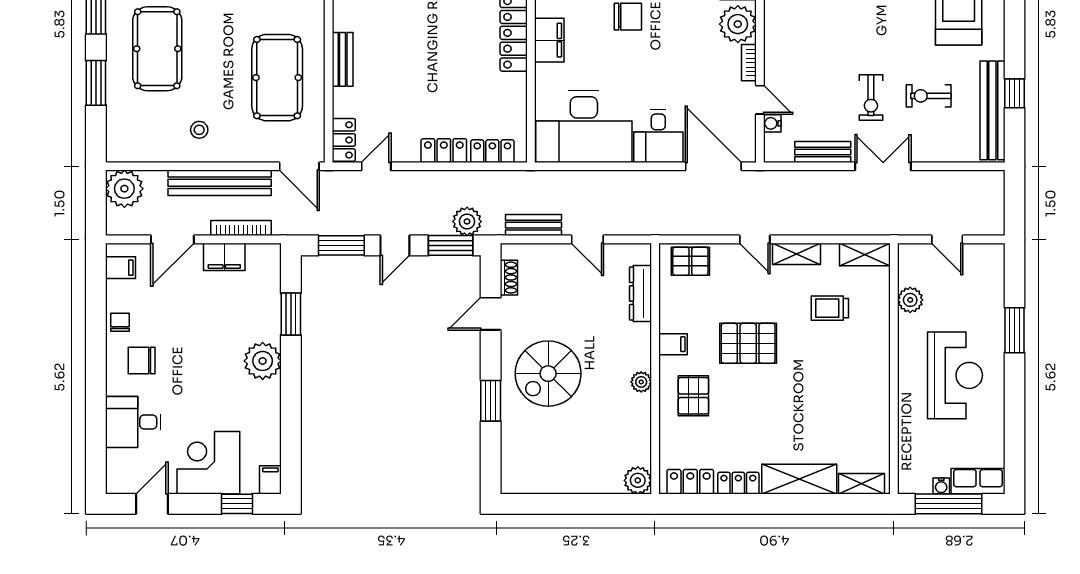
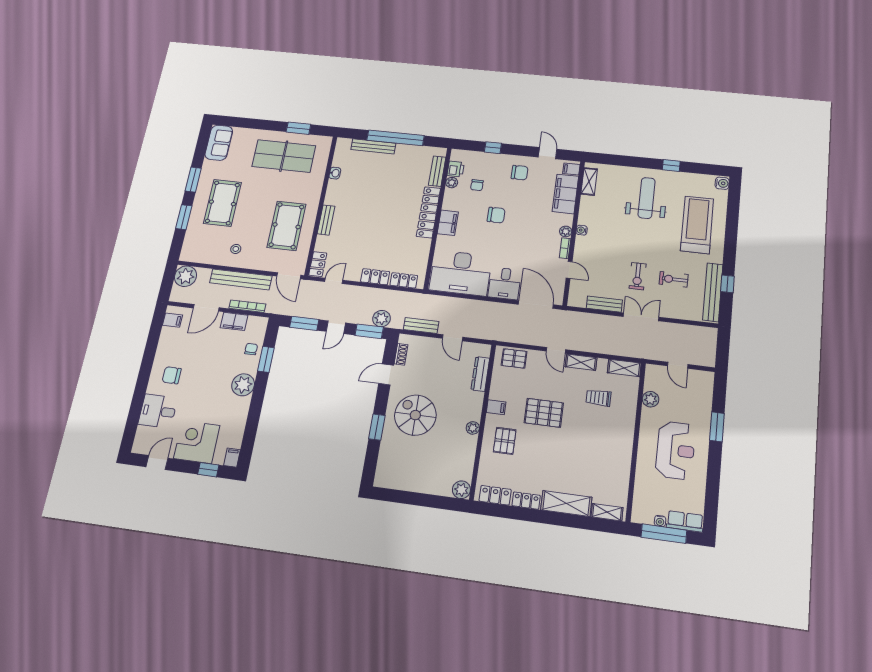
plant: (738, 24) -> (566, 231), width x0.53, depth x0.53
water cooler: (772, 123) -> (582, 230), moved
chair: (120, 322) -> (251, 349), moved
spiral stairs: (548, 374) -> (415, 415), turned 90

